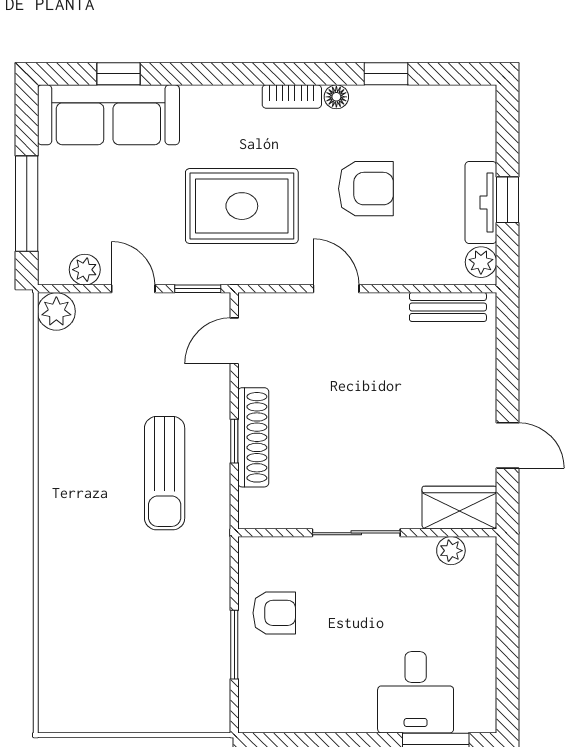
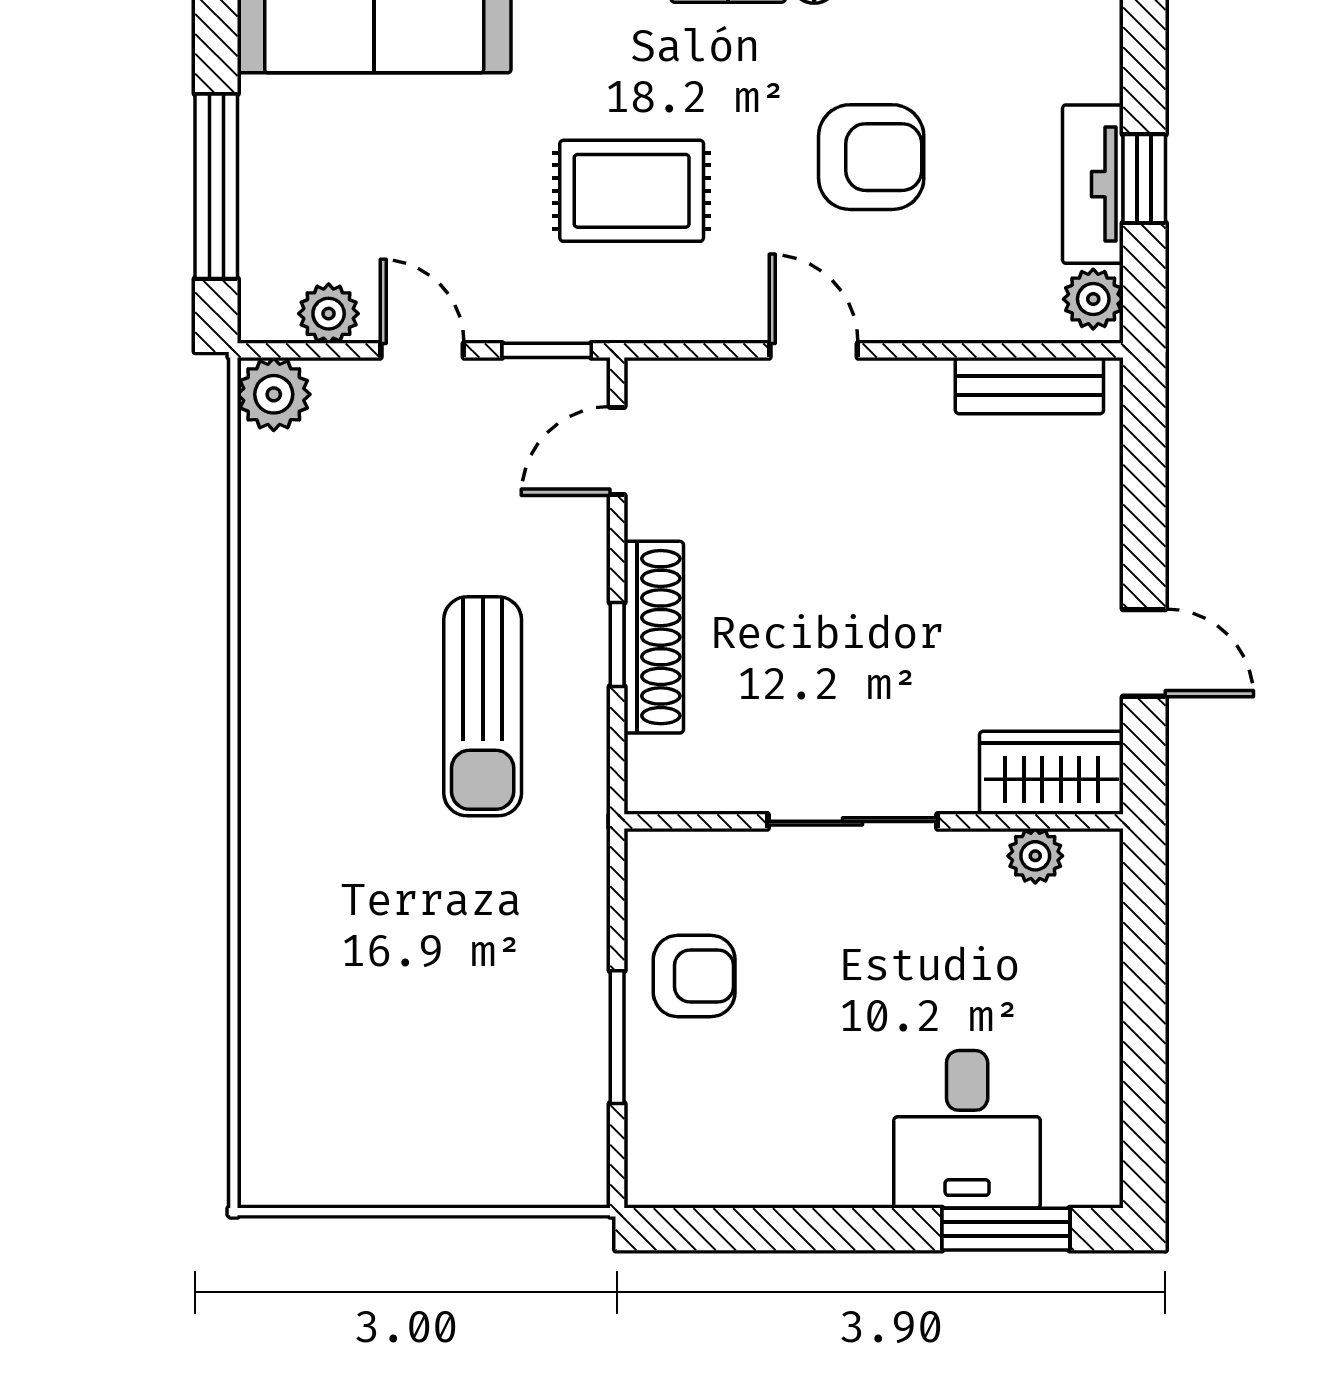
rug: (242, 206) -> (632, 191), width x0.73, depth x0.70

